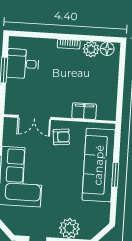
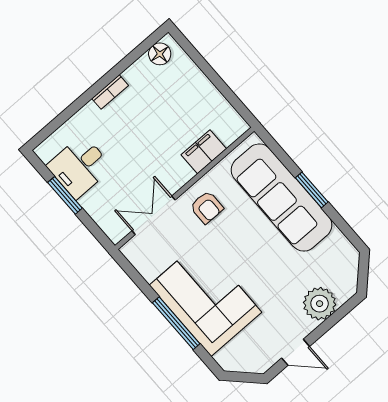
plant: (91, 49) -> (142, 72), removed
double door: (34, 117) -> (154, 215), swing flipped
armchair: (61, 137) -> (207, 207), turned 95

